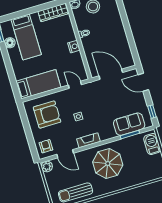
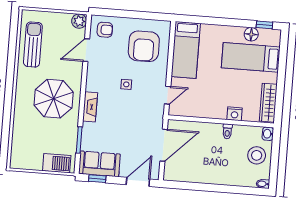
nightstand: (74, 47) -> (235, 114), moved
sofa: (129, 124) -> (99, 164), moved, turned -90
fireplace: (88, 140) -> (90, 107), moved

